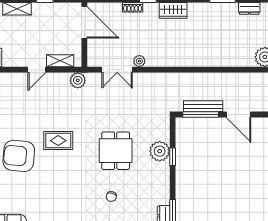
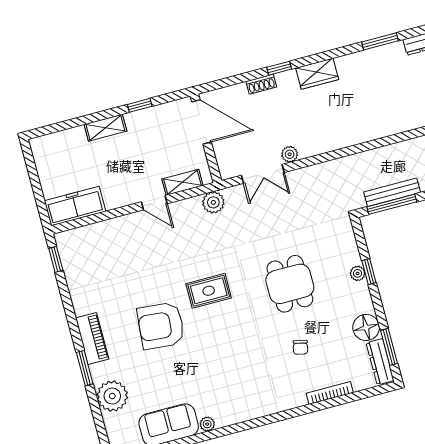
door: (37, 70) -> (154, 203), hinge flipped
plant: (160, 151) -> (358, 273), width x0.53, depth x0.53
floor lamp: (160, 195) -> (366, 327), added

